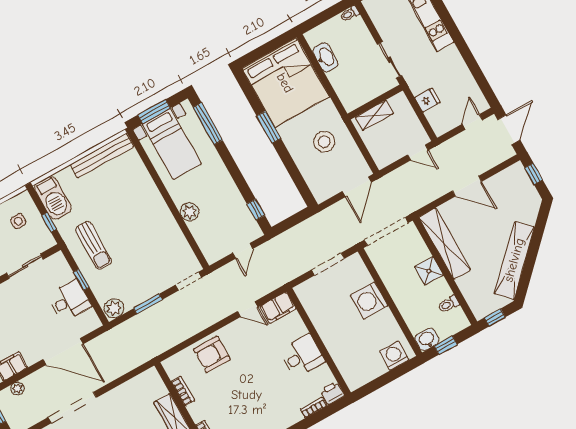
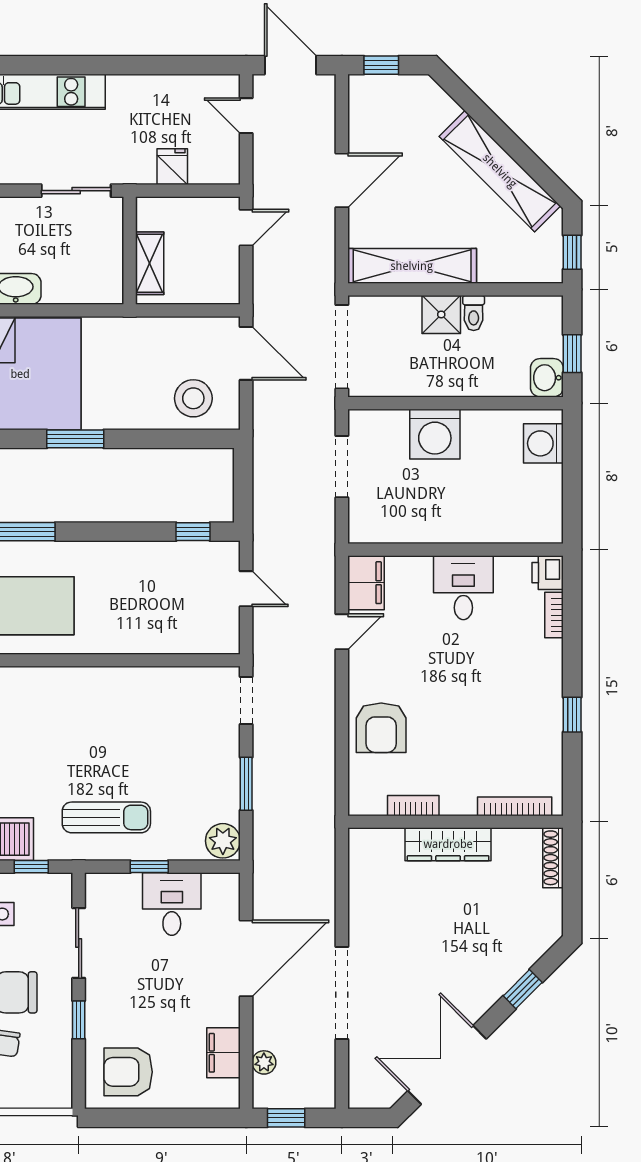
stool: (324, 142) -> (193, 398), moved
plant: (189, 212) -> (138, 638), removed
toilet: (449, 304) -> (474, 313), moved

